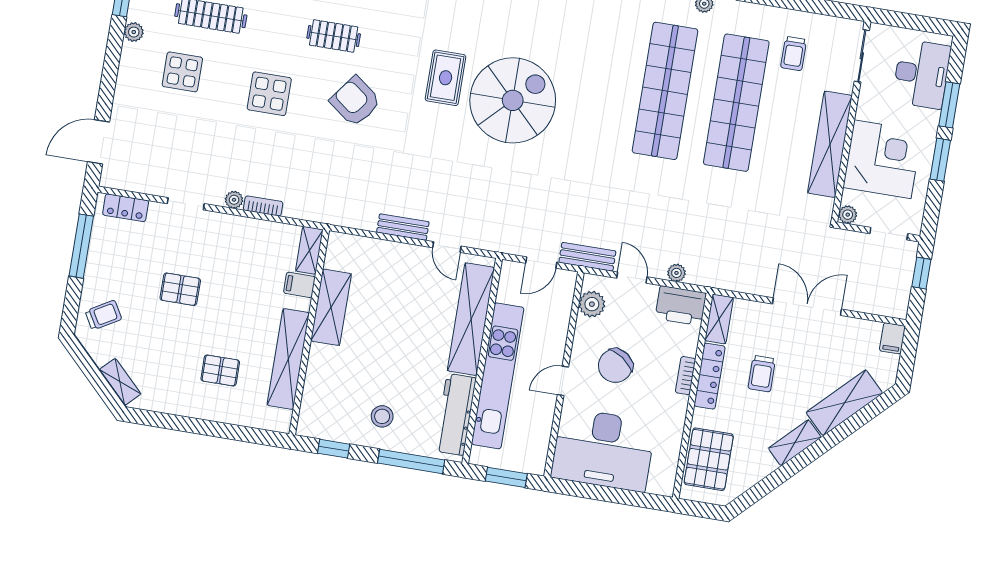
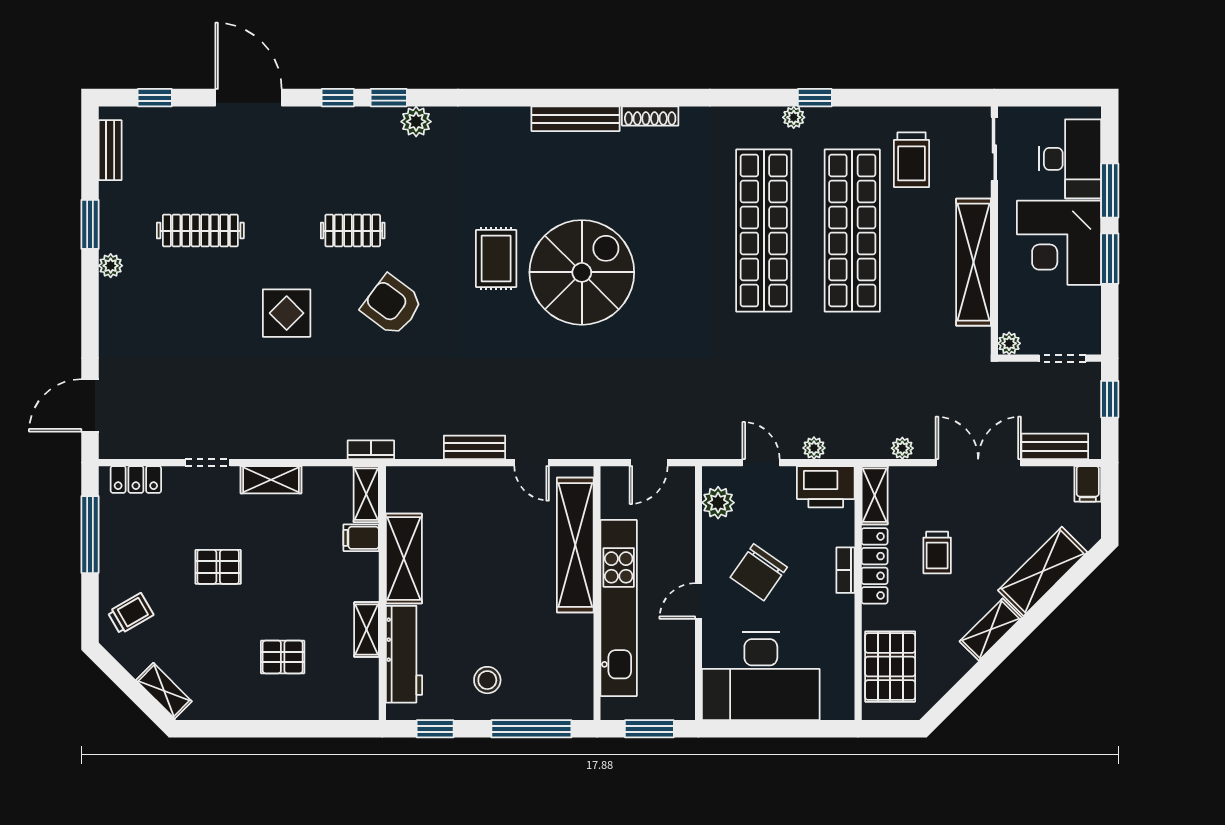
trolley: (794, 53) -> (912, 160), width x1.36, depth x1.39
display table: (182, 72) -> (177, 304), removed
corner desk: (882, 159) -> (1059, 243), moved, turned 180
plant: (234, 200) -> (902, 448), moved
bookcase: (263, 206) -> (371, 450), moved
shelving: (234, 226) -> (271, 480), added
bench: (587, 257) -> (1055, 446), moved
shelving: (288, 359) -> (367, 630), width x0.45, depth x0.75
workbench: (455, 414) -> (404, 654), moved, turned 180

